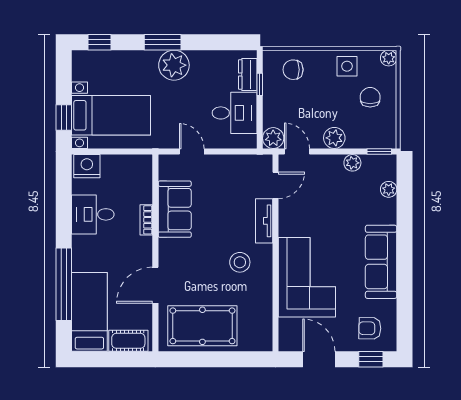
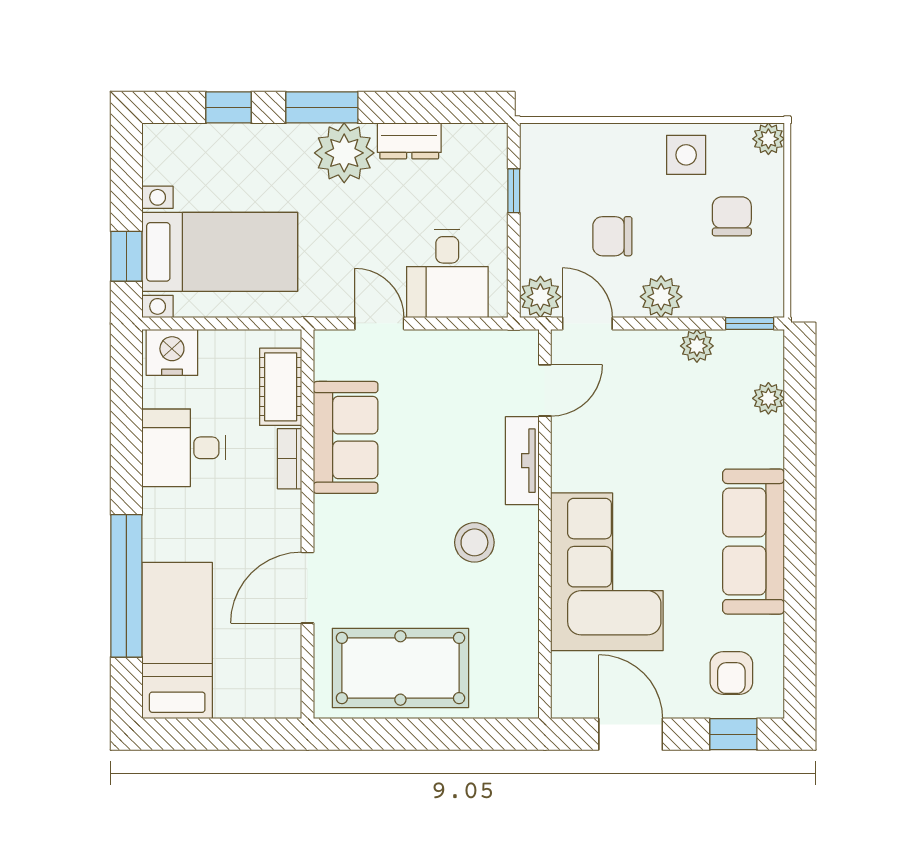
window: (100, 42) -> (229, 107), moved
chair: (293, 70) -> (612, 236), moved
dresser: (248, 75) -> (409, 141), moved, turned -90
desk: (235, 113) -> (447, 274), moved, turned 90
armchair: (370, 328) -> (731, 673), turned -91
cot: (128, 341) -> (281, 387), moved, turned 90

